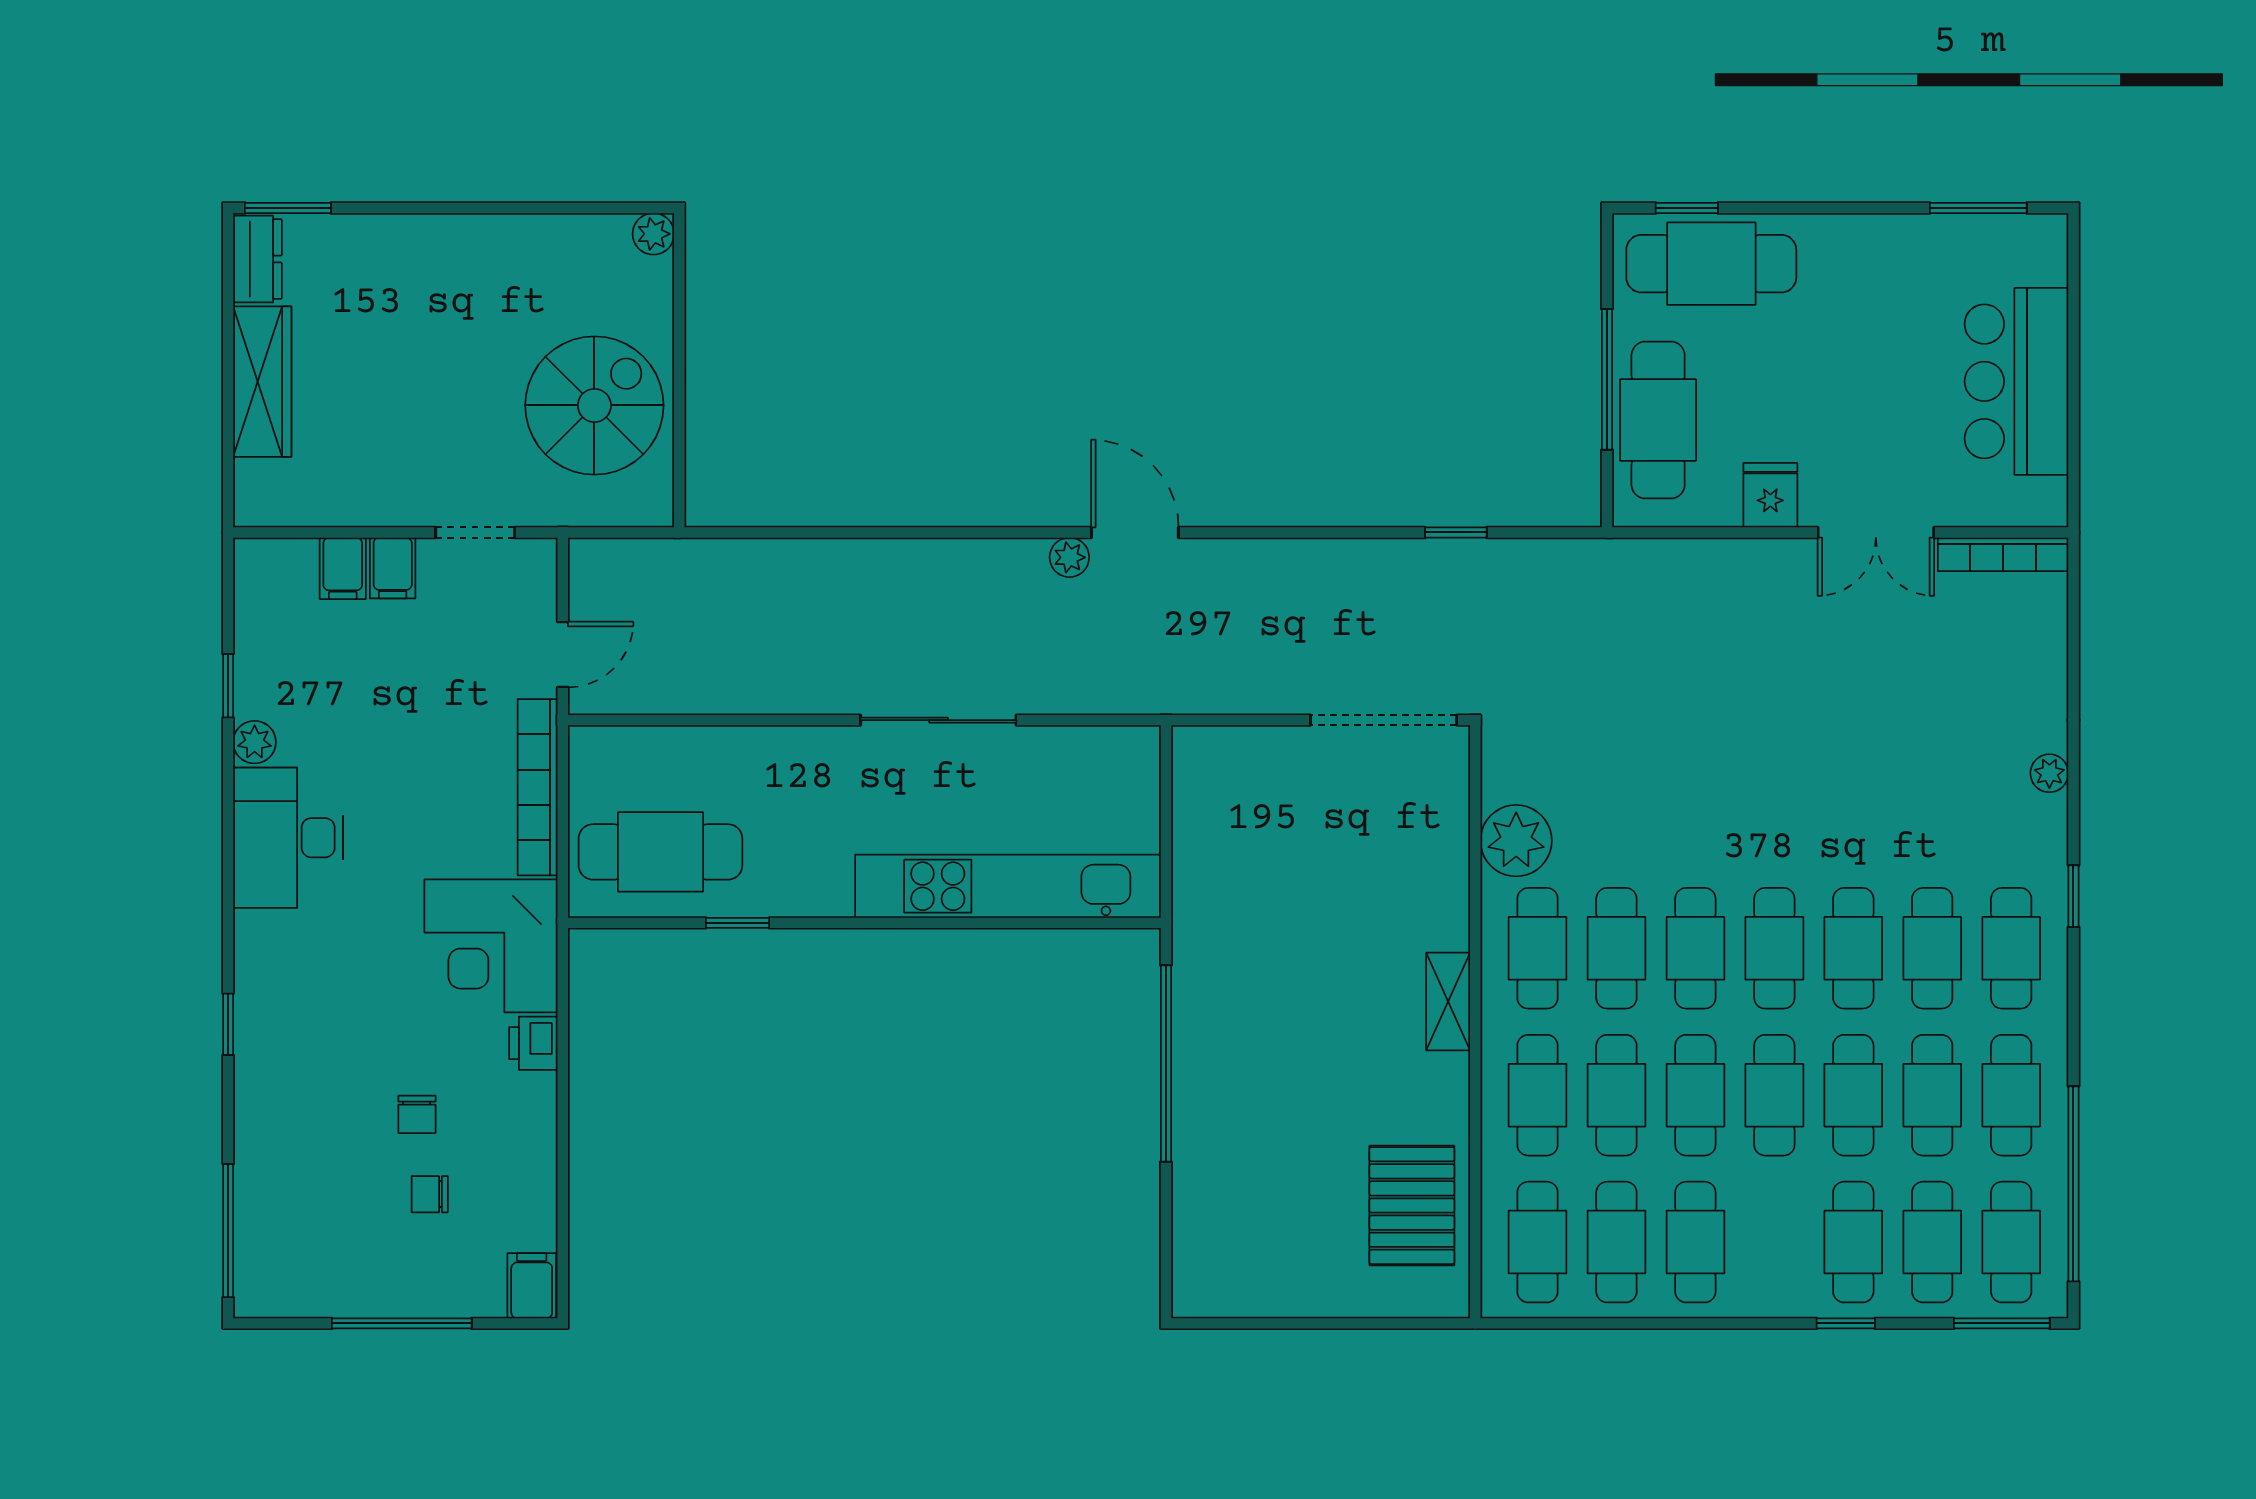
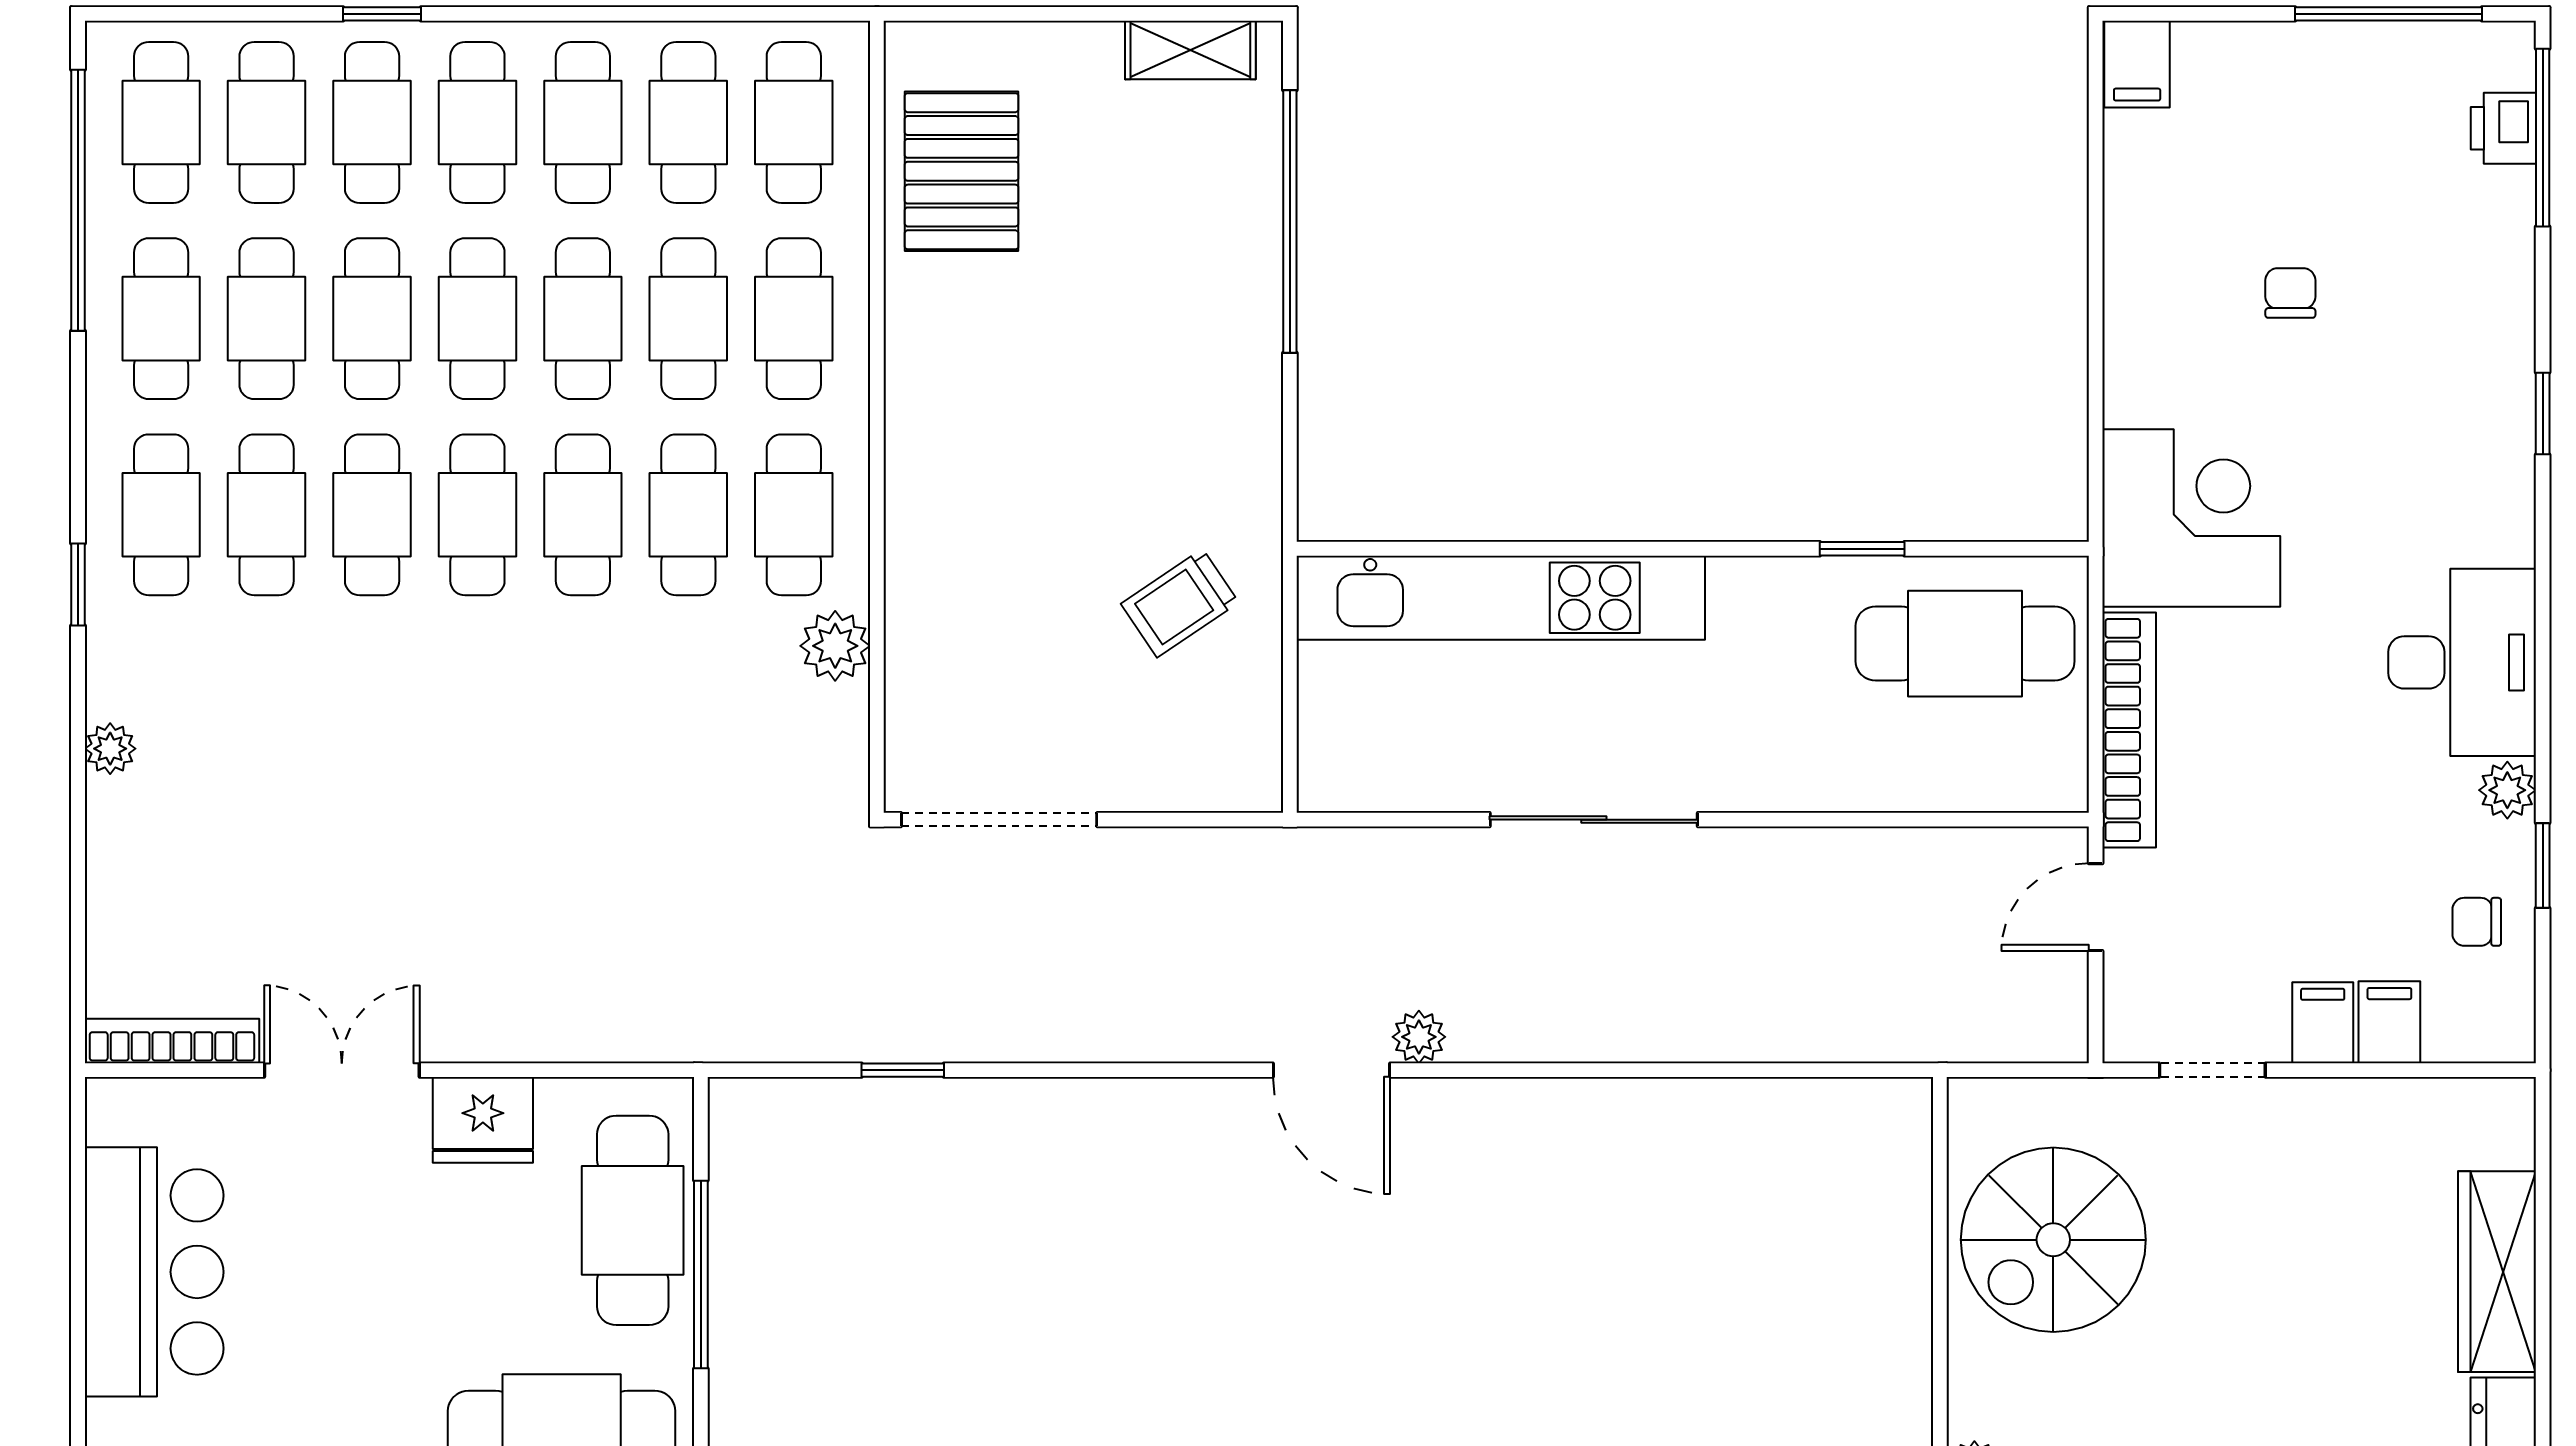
fridge: (1770, 495) -> (483, 1120), width x1.38
plant: (1516, 841) -> (835, 646), width x0.73, depth x0.73
trolley: (1248, 882) -> (1180, 603), added
shelving: (1448, 1002) -> (1190, 50), moved, turned 90
printer: (533, 1043) -> (2503, 128), moved, turned 180
window: (1166, 1063) -> (1290, 222), moved
chair: (430, 1194) -> (2477, 922), moved, turned 180
cafe table: (1774, 1242) -> (477, 122), added
window: (402, 1323) -> (2388, 14), moved
window: (2002, 1323) -> (174, 14), removed

